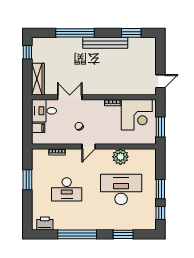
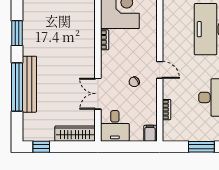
window: (131, 33) -> (17, 33), moved
bench: (105, 43) -> (29, 84), moved
filing cabinet: (38, 128) -> (150, 133), moved
plant: (120, 157) -> (173, 30), removed

